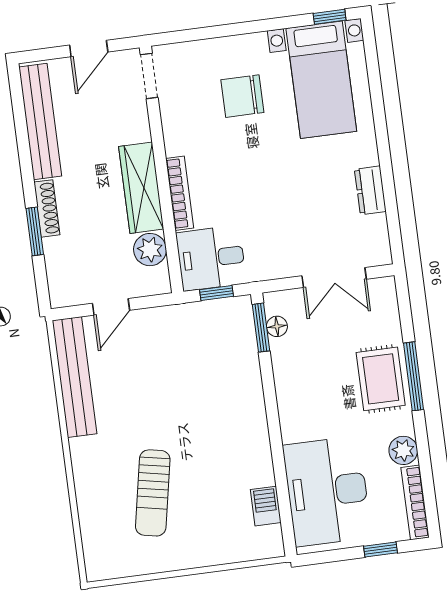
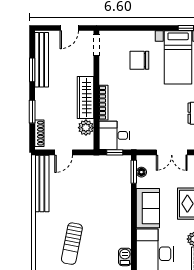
window: (23, 145) -> (32, 70), added
shoe rack: (47, 208) -> (39, 133), moved
sofa: (300, 399) -> (148, 208), added

